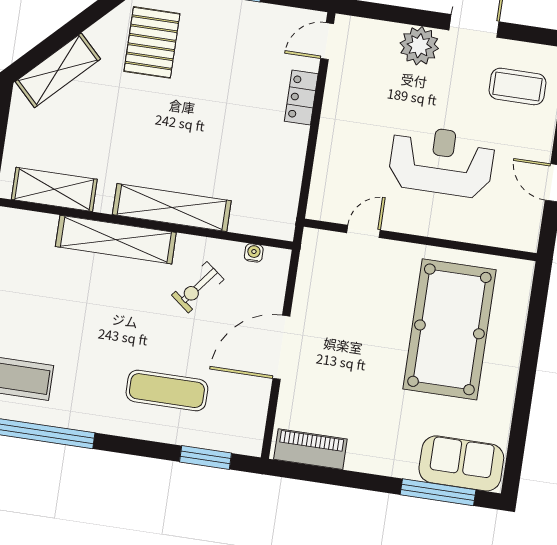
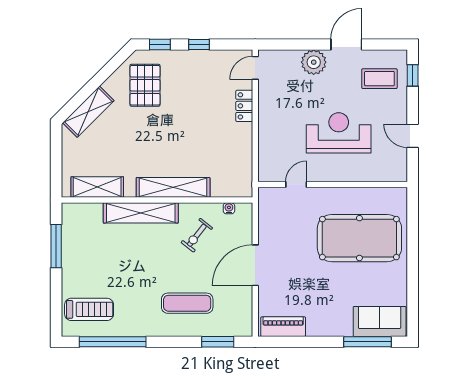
pool table: (449, 329) -> (359, 238), turned 90

